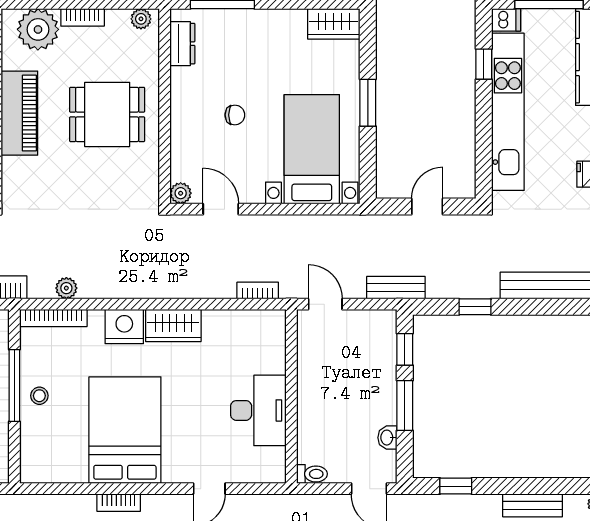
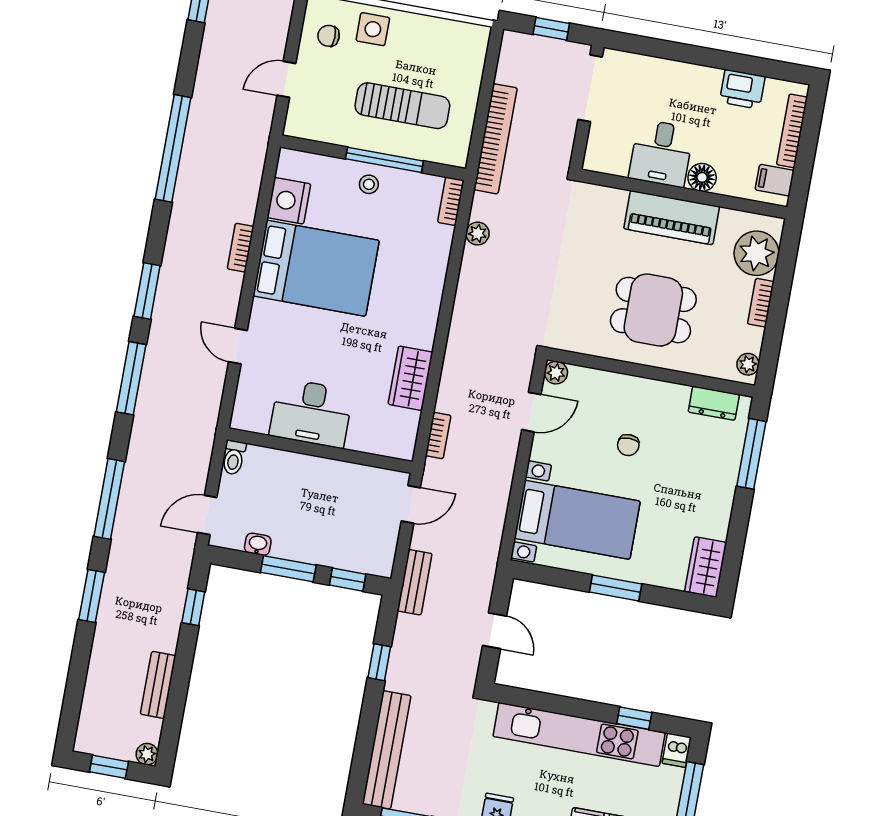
dining table: (107, 114) -> (653, 310), turned 90
bookcase: (53, 318) -> (451, 201), width x0.64
wardrobe: (173, 325) -> (410, 378), moved
nightstand: (124, 327) -> (289, 201), moved, turned 180

